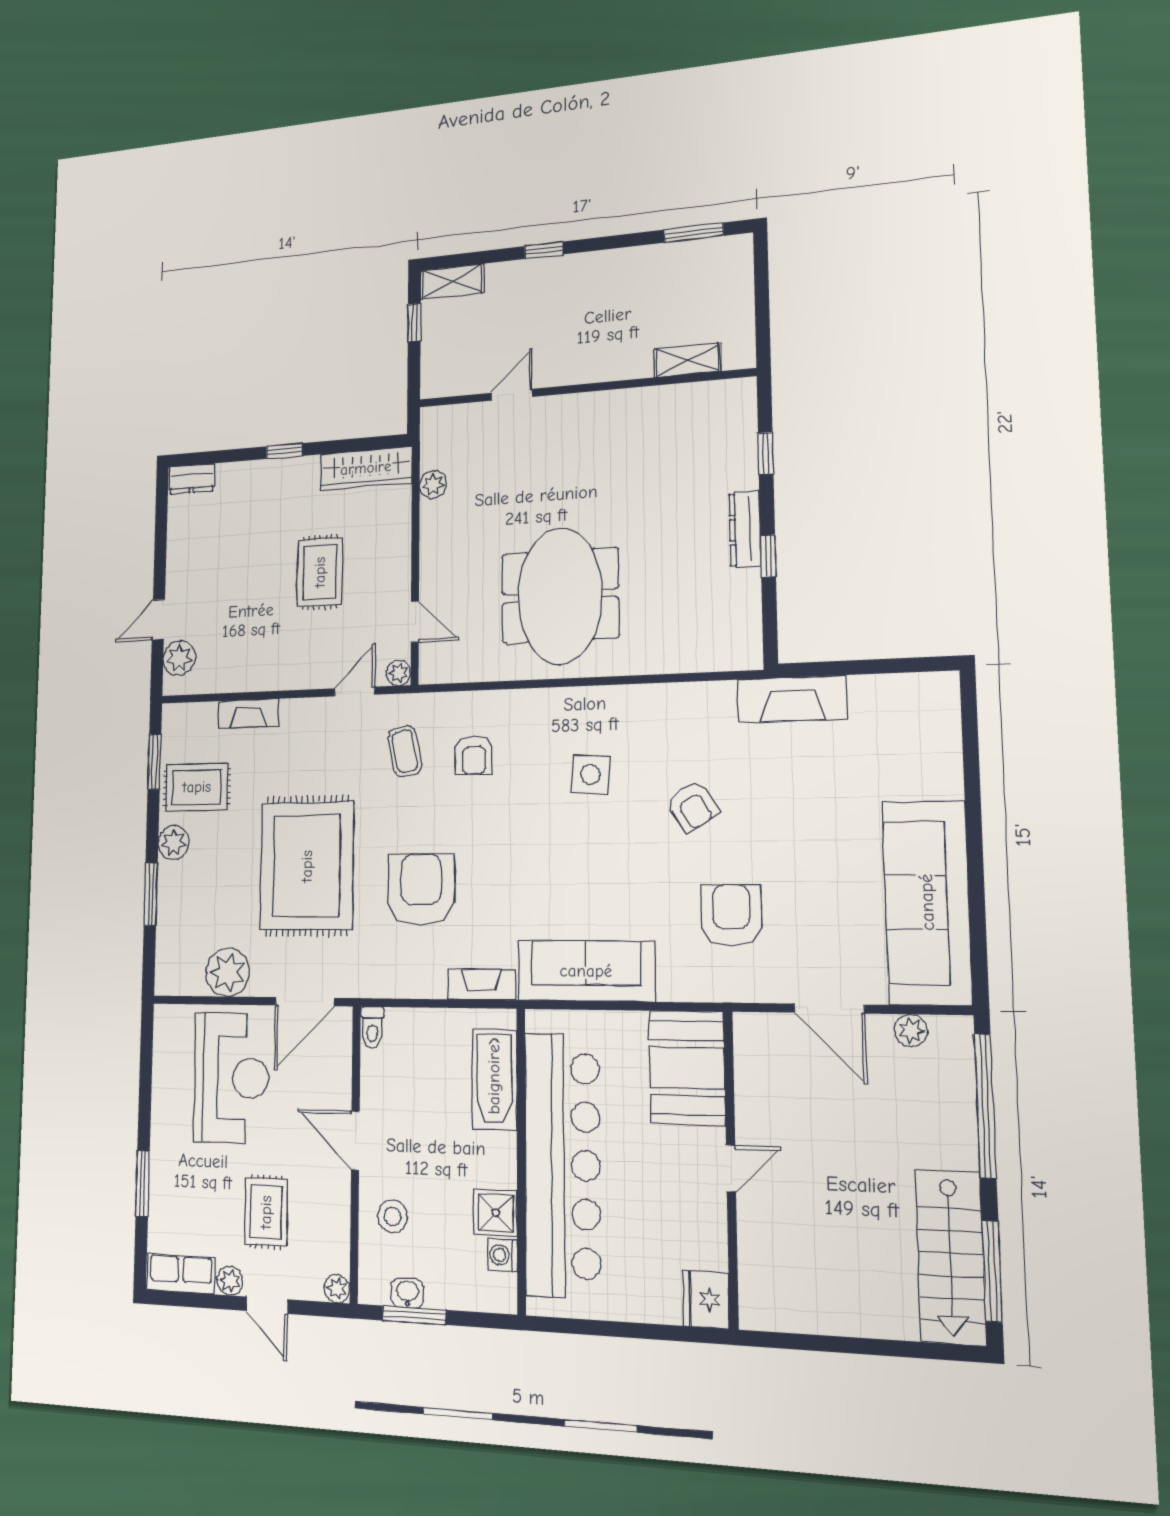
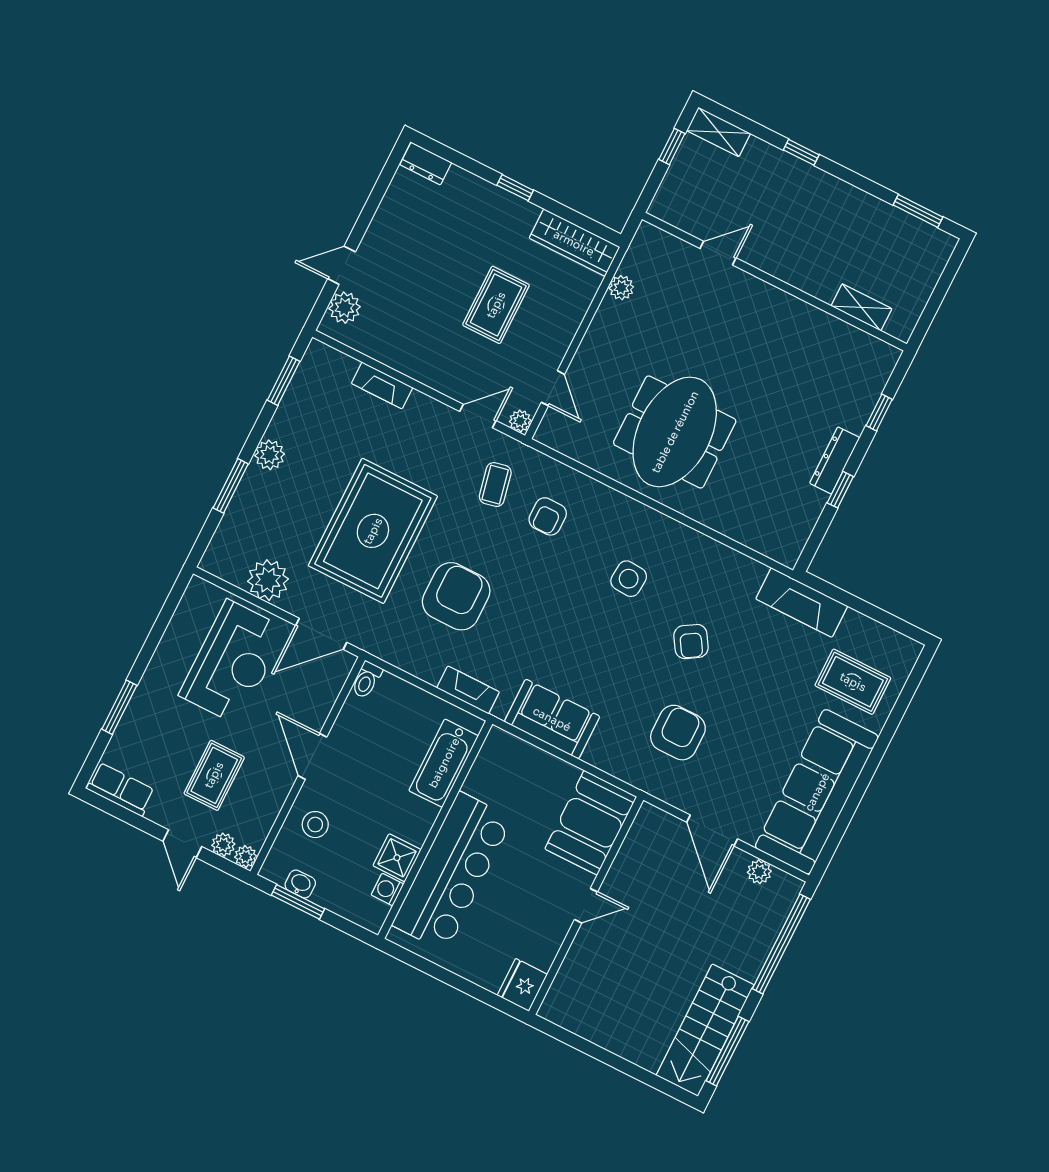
rug: (197, 787) -> (853, 682), moved
sofa: (586, 971) -> (552, 719), width x0.73
bar counter: (563, 1165) -> (452, 872), width x0.73
plant: (230, 1281) -> (223, 845), moved

